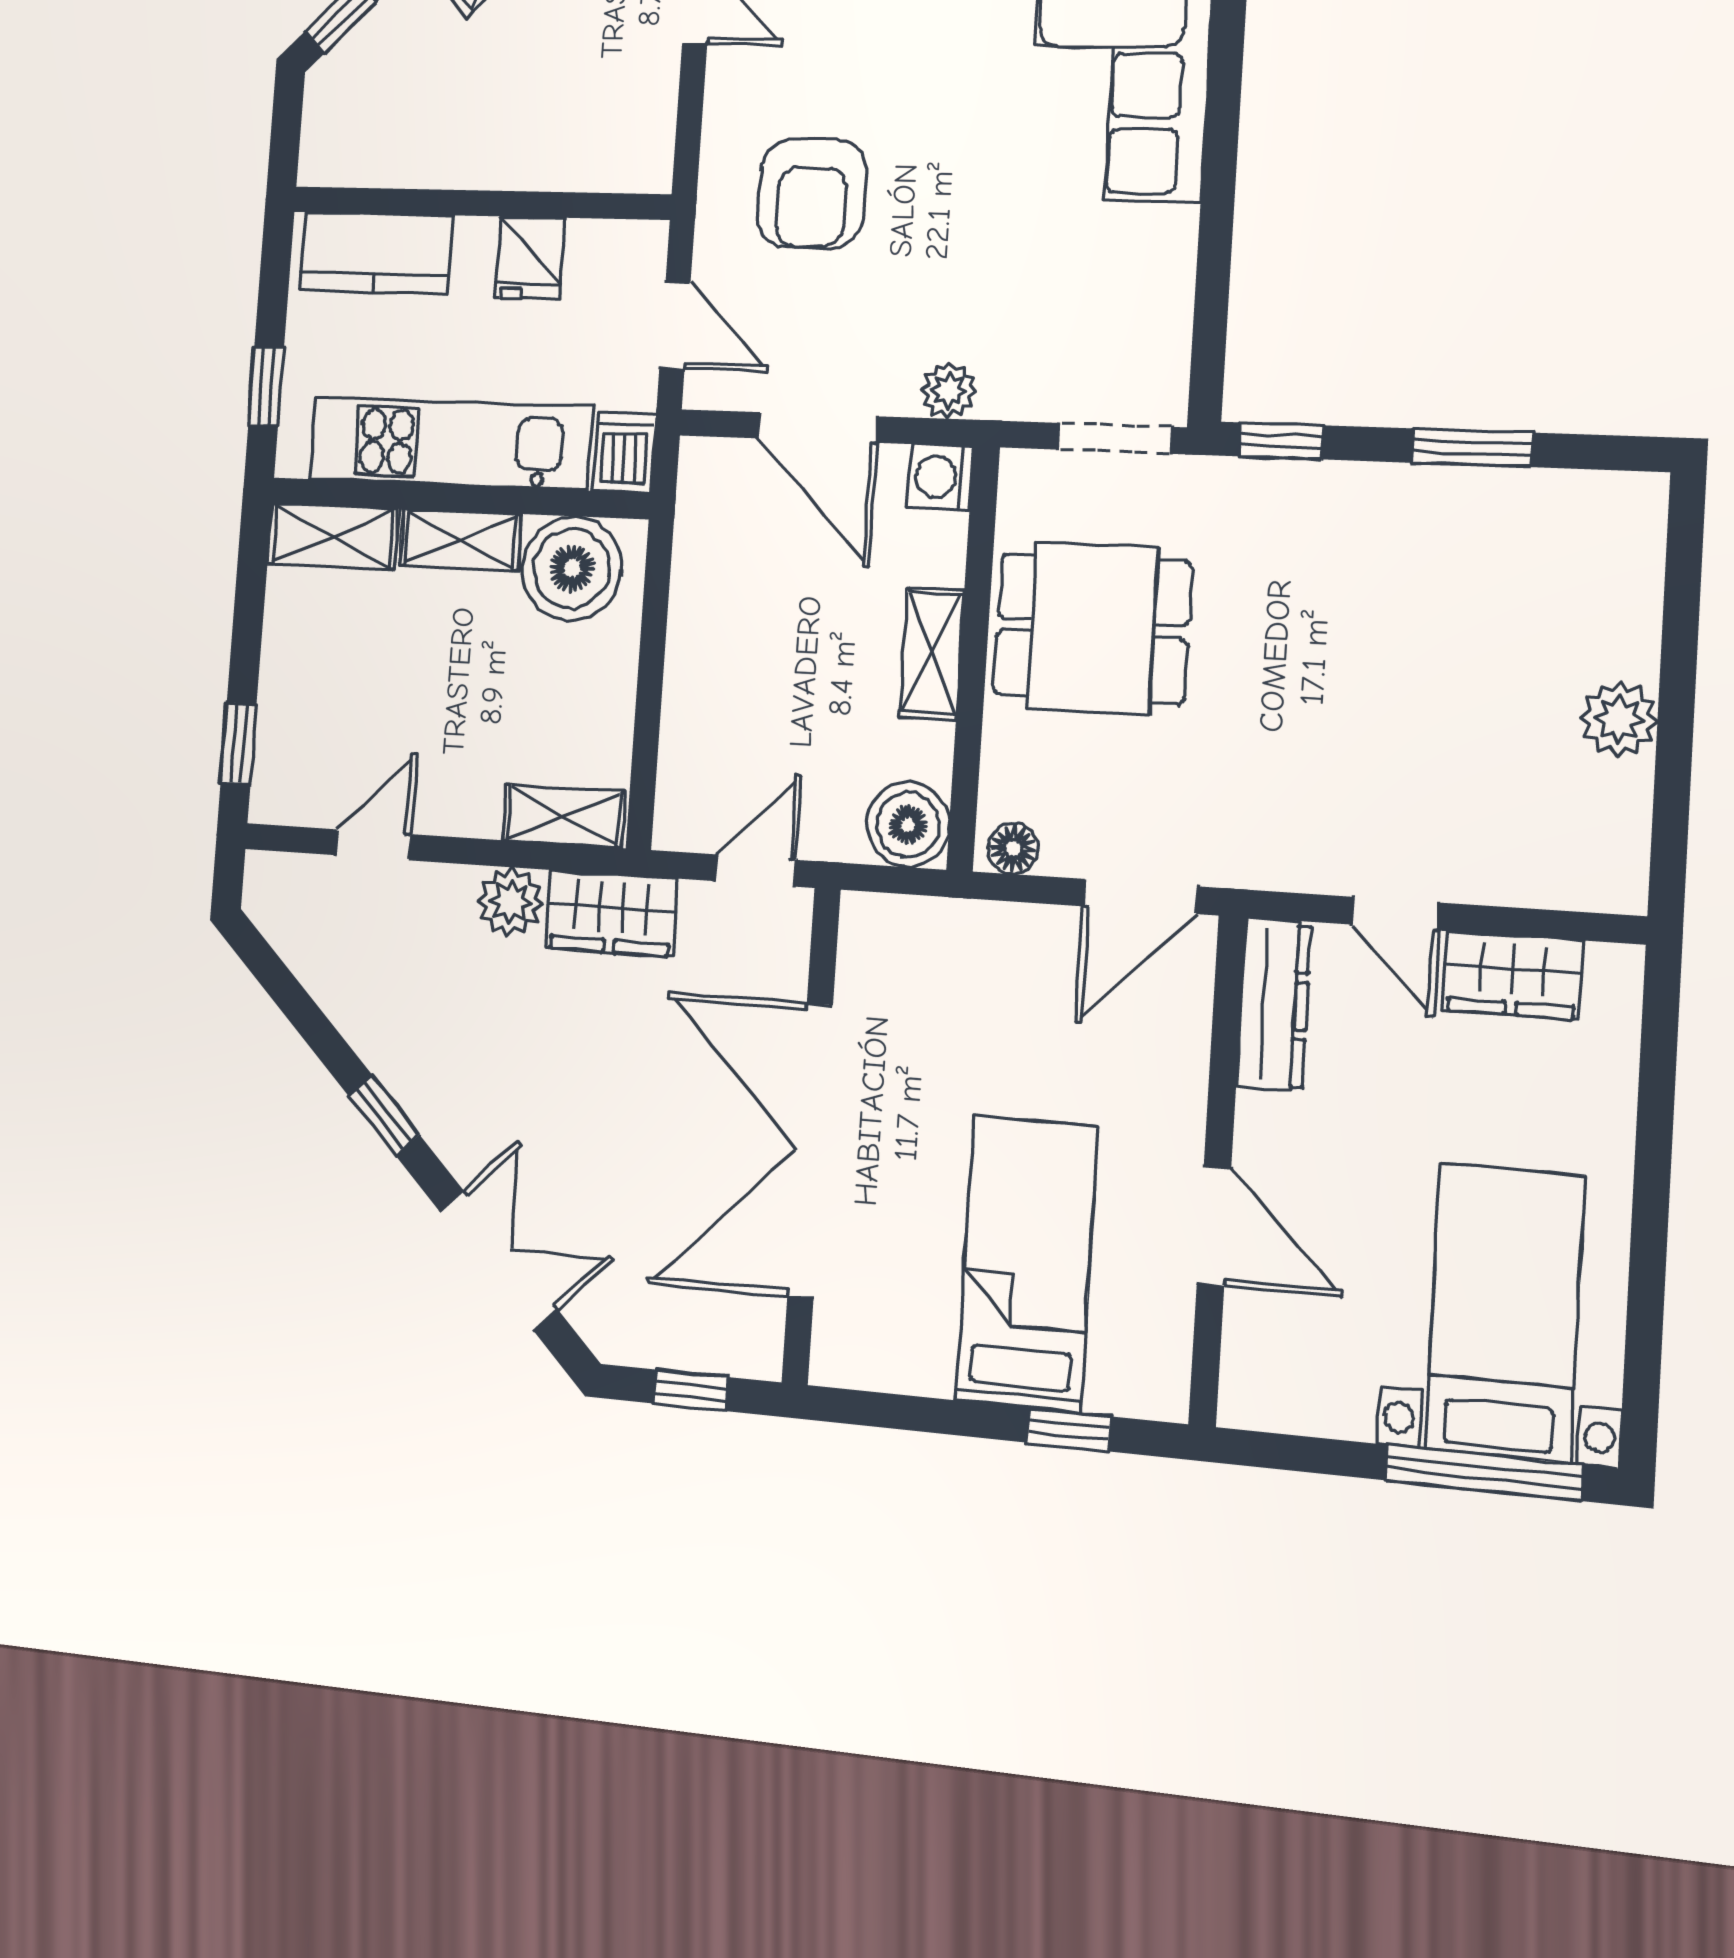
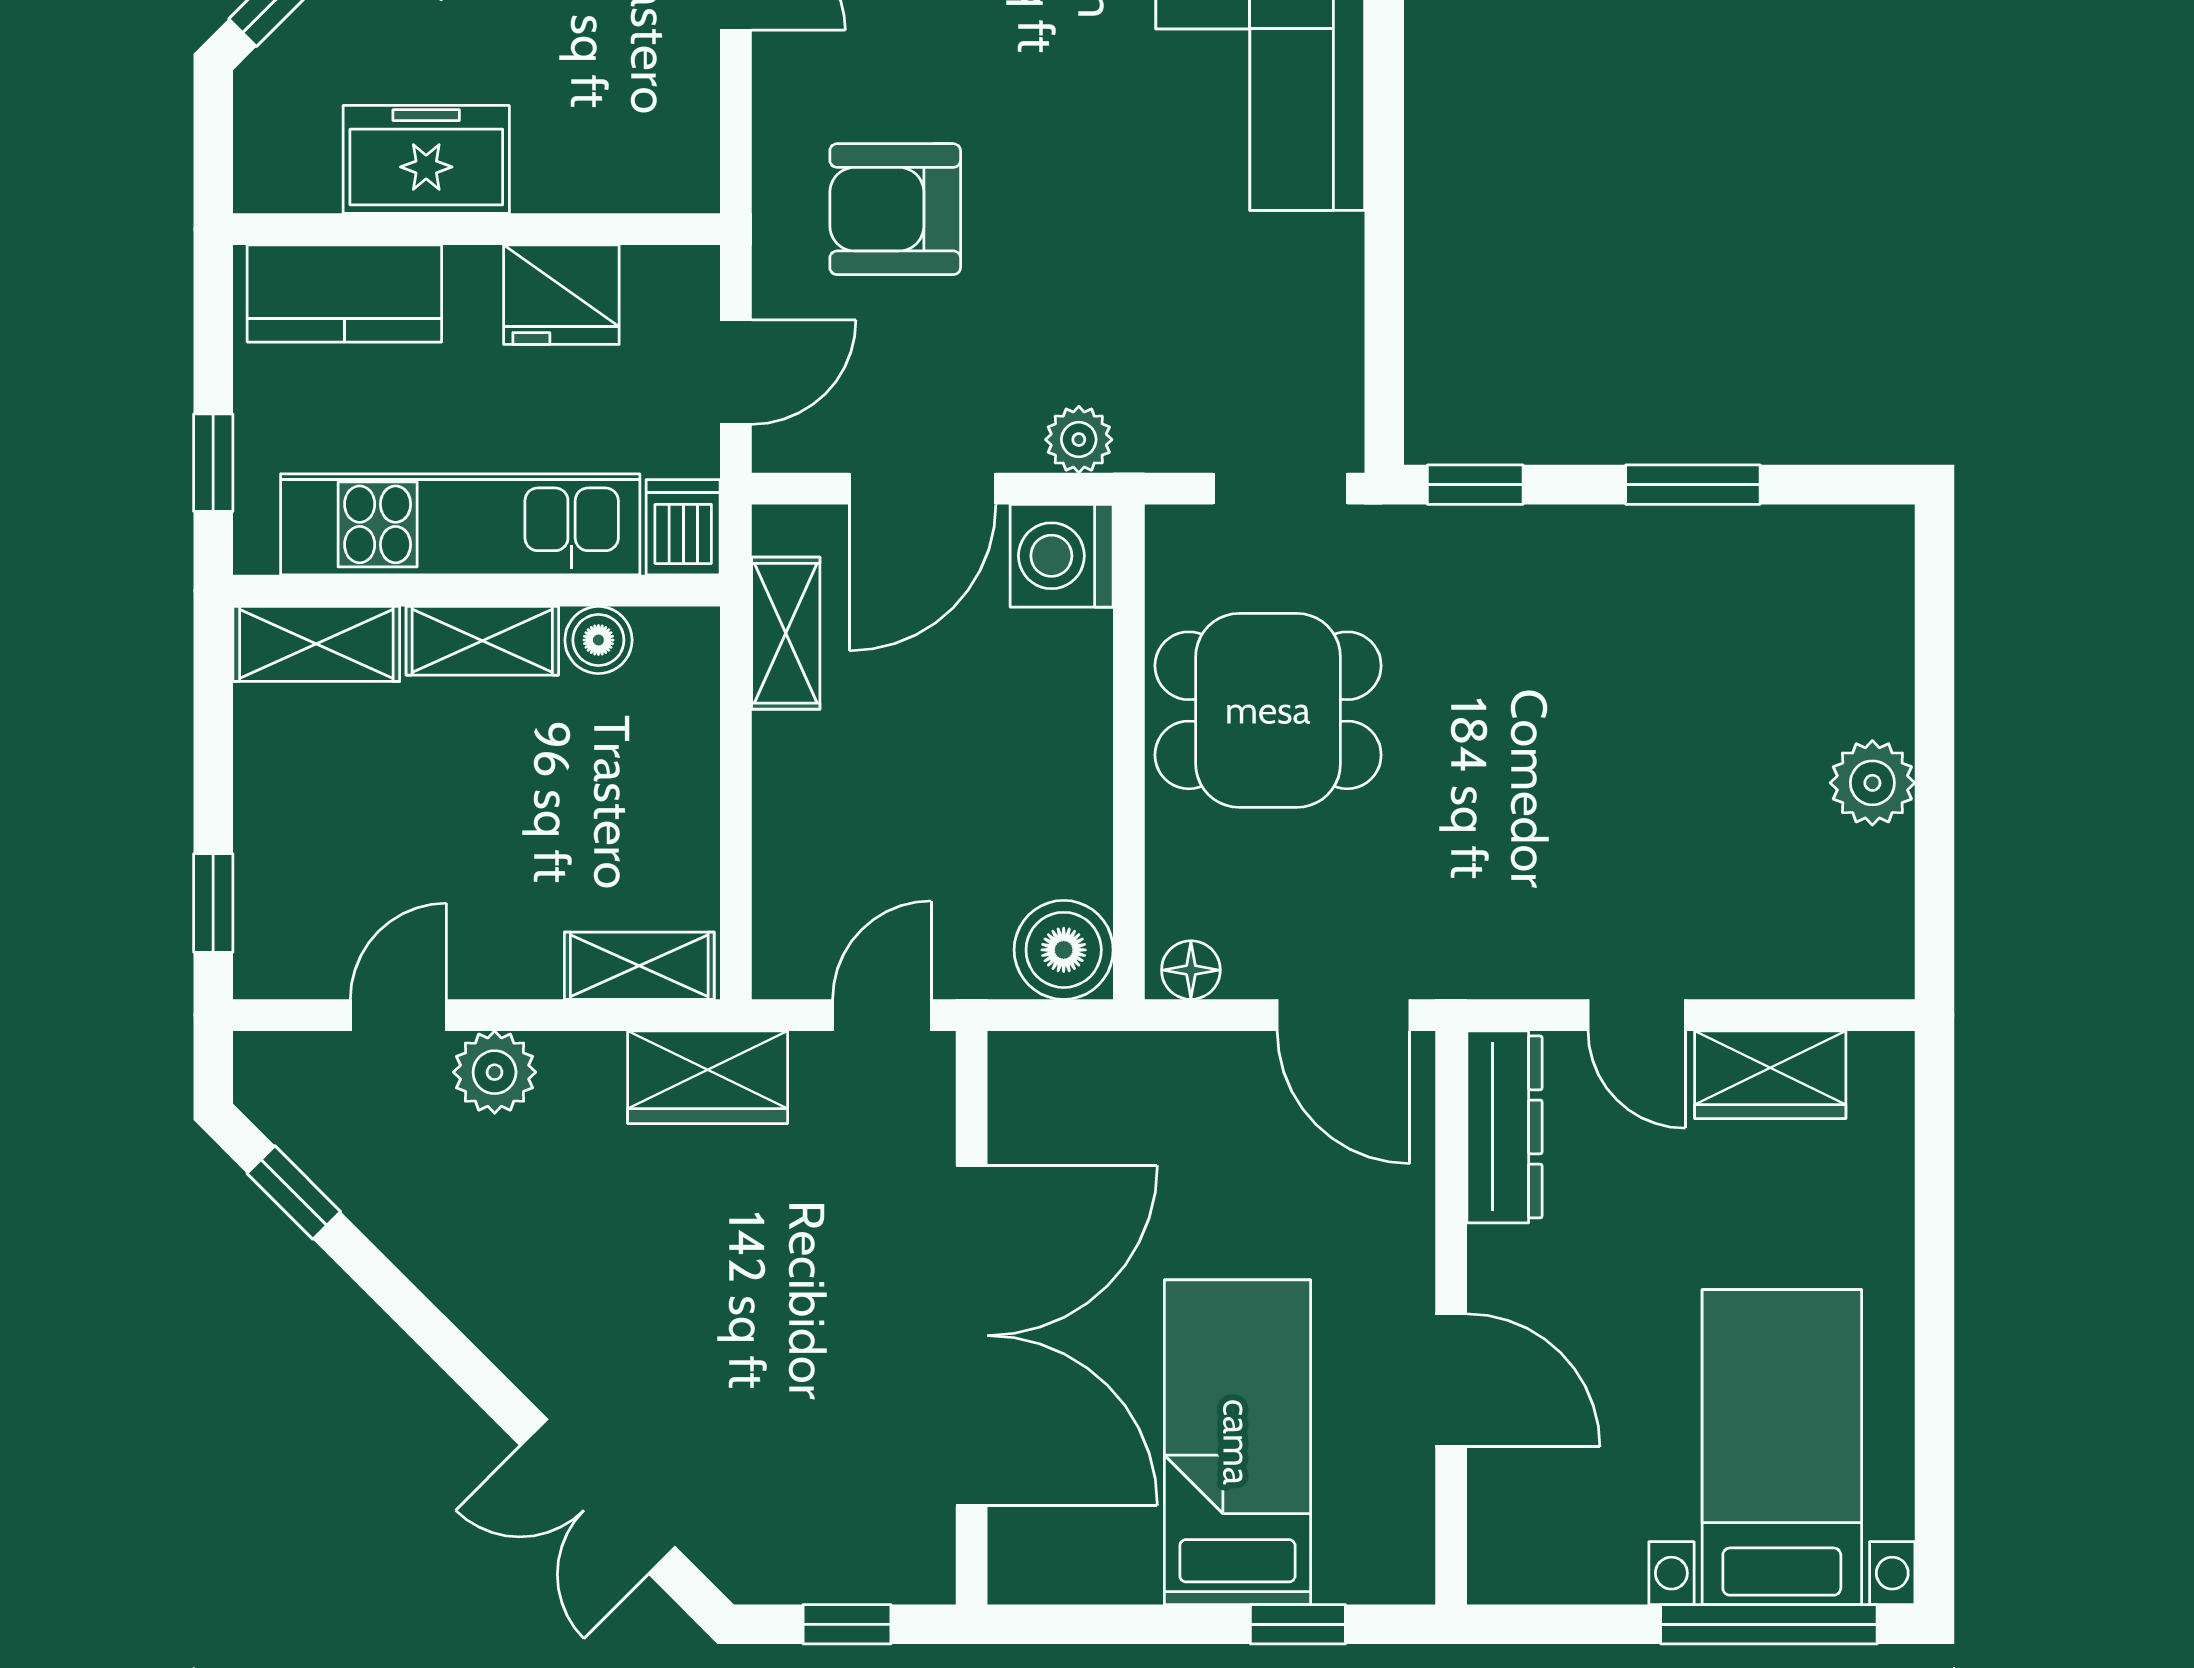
freezer: (446, 146) -> (426, 159), added
armchair: (812, 194) -> (895, 209), turned 90
fridge: (530, 258) -> (561, 295), width x1.38
door: (675, 326) -> (736, 372), hinge flipped
door: (818, 427) -> (923, 489), hinge flipped
washing machine: (941, 477) -> (1062, 556), width x1.38, depth x1.38
boiler: (572, 568) -> (598, 640), width x0.54, depth x0.54
shelving: (932, 653) -> (786, 633), moved
door: (1140, 896) -> (1344, 1015), hinge flipped
plant: (511, 902) -> (495, 1072), moved
window: (384, 1115) -> (294, 1192), moved
double door: (810, 1151) -> (972, 1336), swing flipped
double door: (499, 1261) -> (598, 1496), swing flipped

